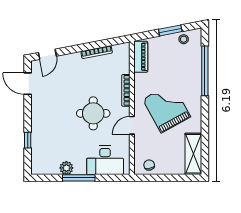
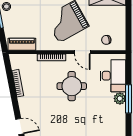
chair: (149, 165) -> (106, 40), moved
plant: (66, 168) -> (120, 99), moved

